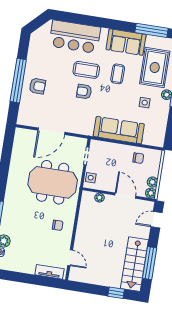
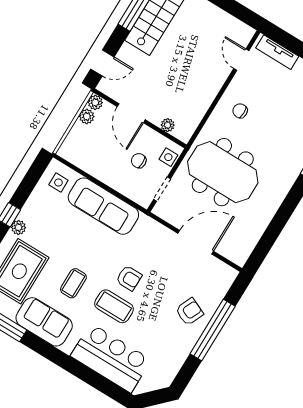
armchair: (37, 86) -> (189, 312), turned 112
side table: (145, 103) -> (58, 182), moved
chair: (138, 158) -> (139, 161), moved

